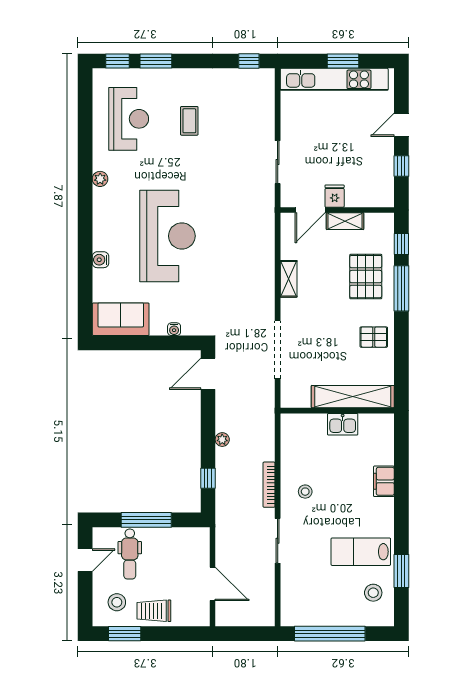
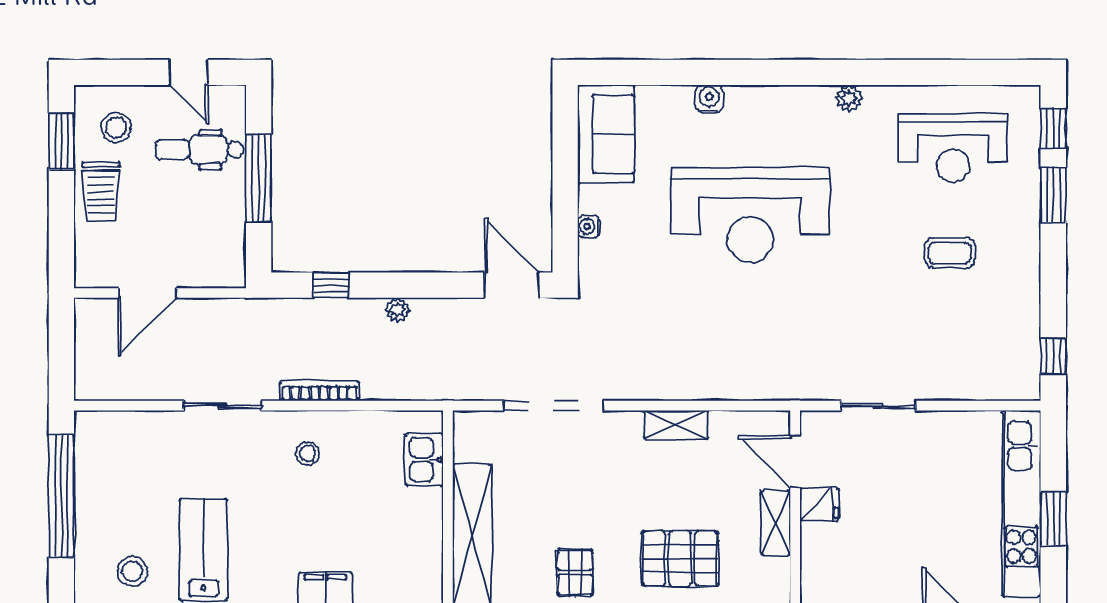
kitchen sink: (343, 424) -> (424, 460), moved
trolley: (154, 611) -> (101, 191), turned 180

